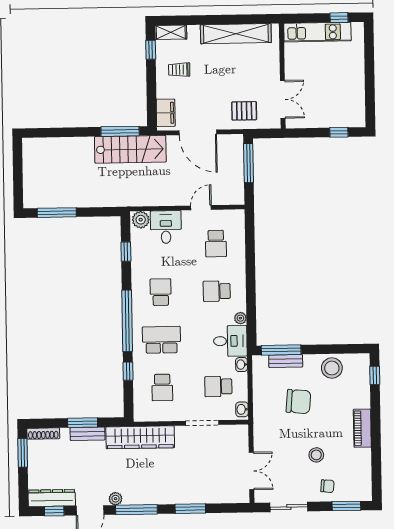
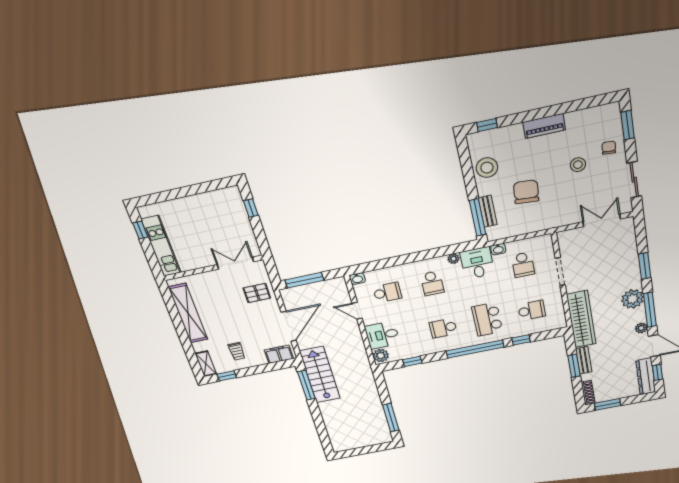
pallet: (244, 111) -> (257, 293), turned 90
washbasin: (242, 409) -> (357, 279), moved
plant: (154, 493) -> (632, 299), added

